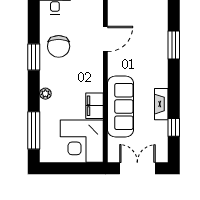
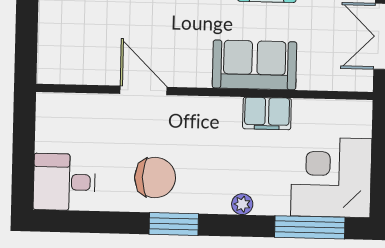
sofa: (120, 106) -> (255, 65), width x0.73
corner desk: (82, 141) -> (331, 177), moved, turned 180

